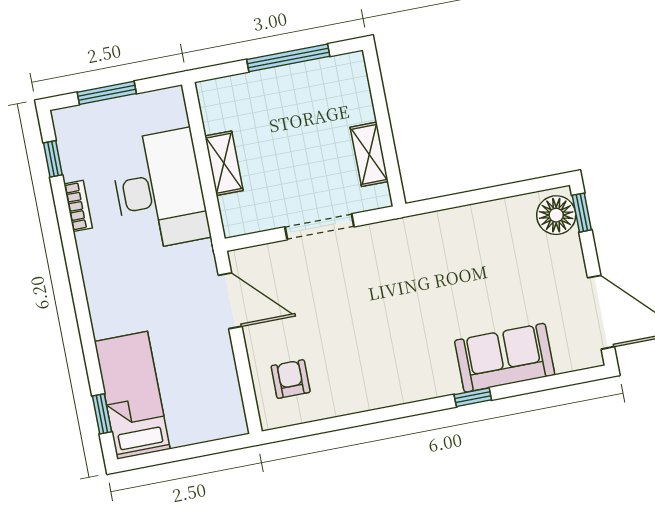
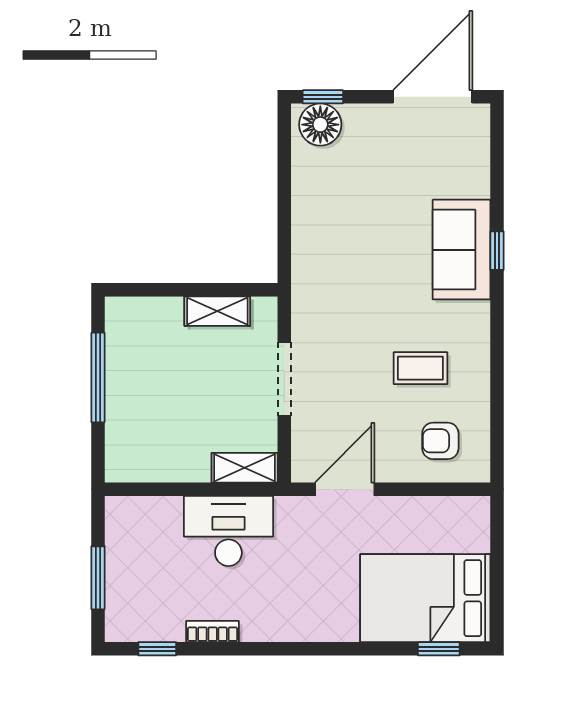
shelving: (224, 163) -> (245, 468), moved
desk: (160, 190) -> (228, 531), width x0.73, depth x0.77
coffee table: (353, 348) -> (420, 368), added
sofa: (505, 358) -> (461, 250), moved
bed: (132, 395) -> (425, 598), width x1.50

